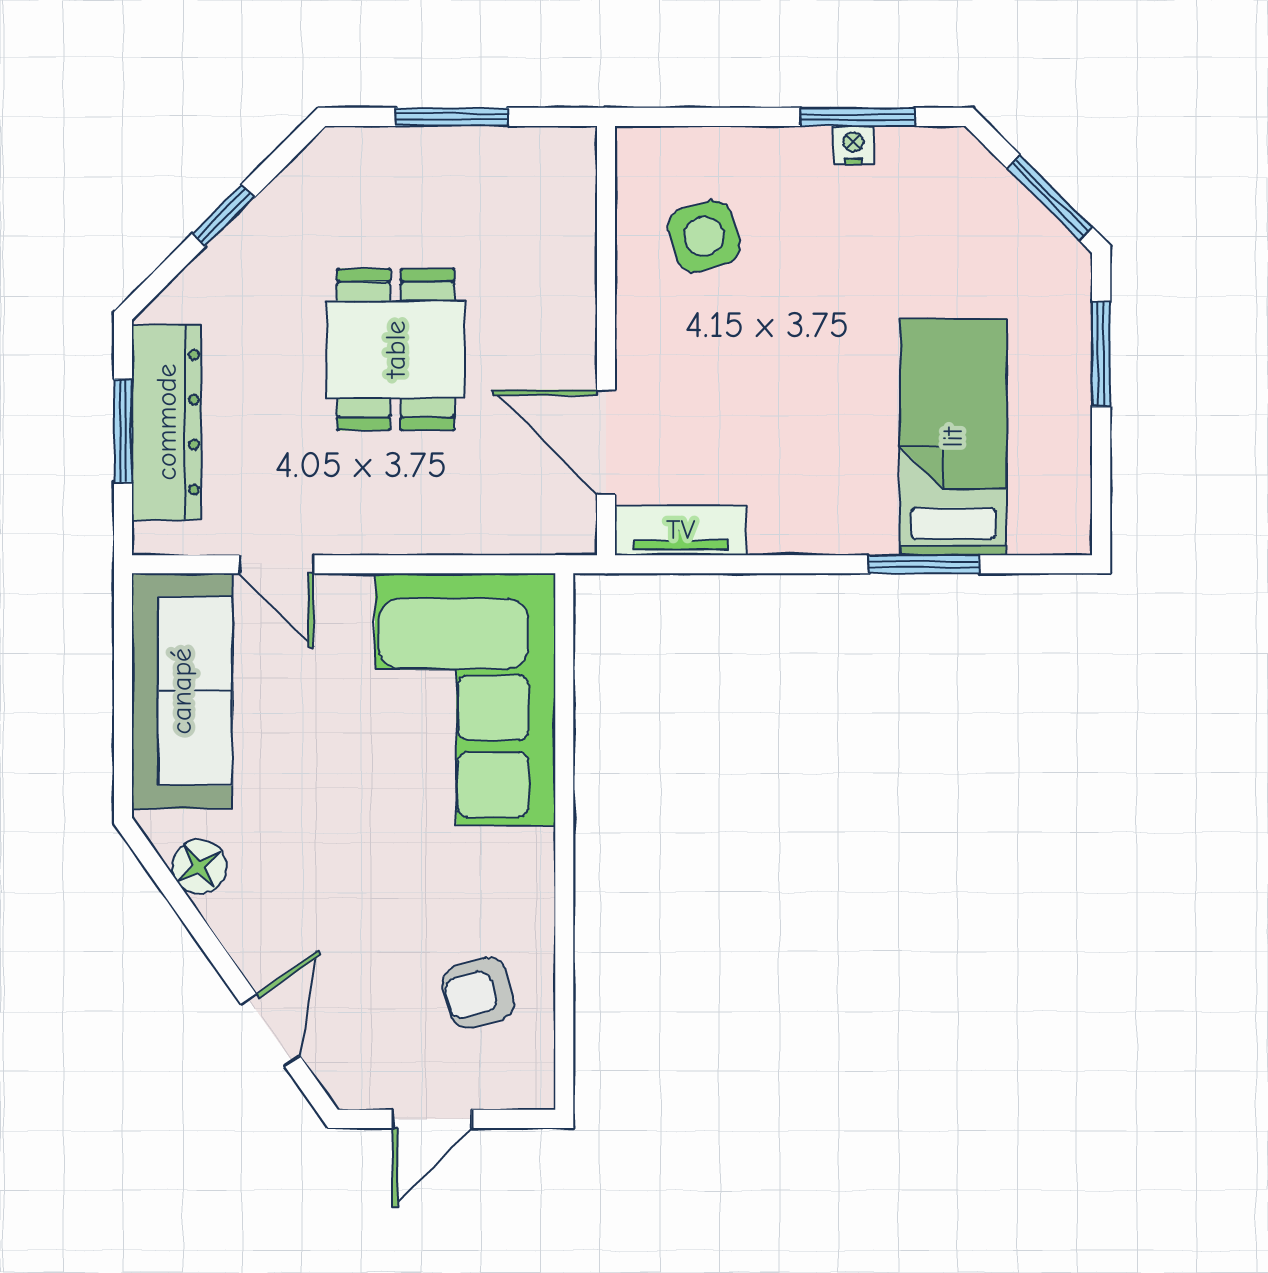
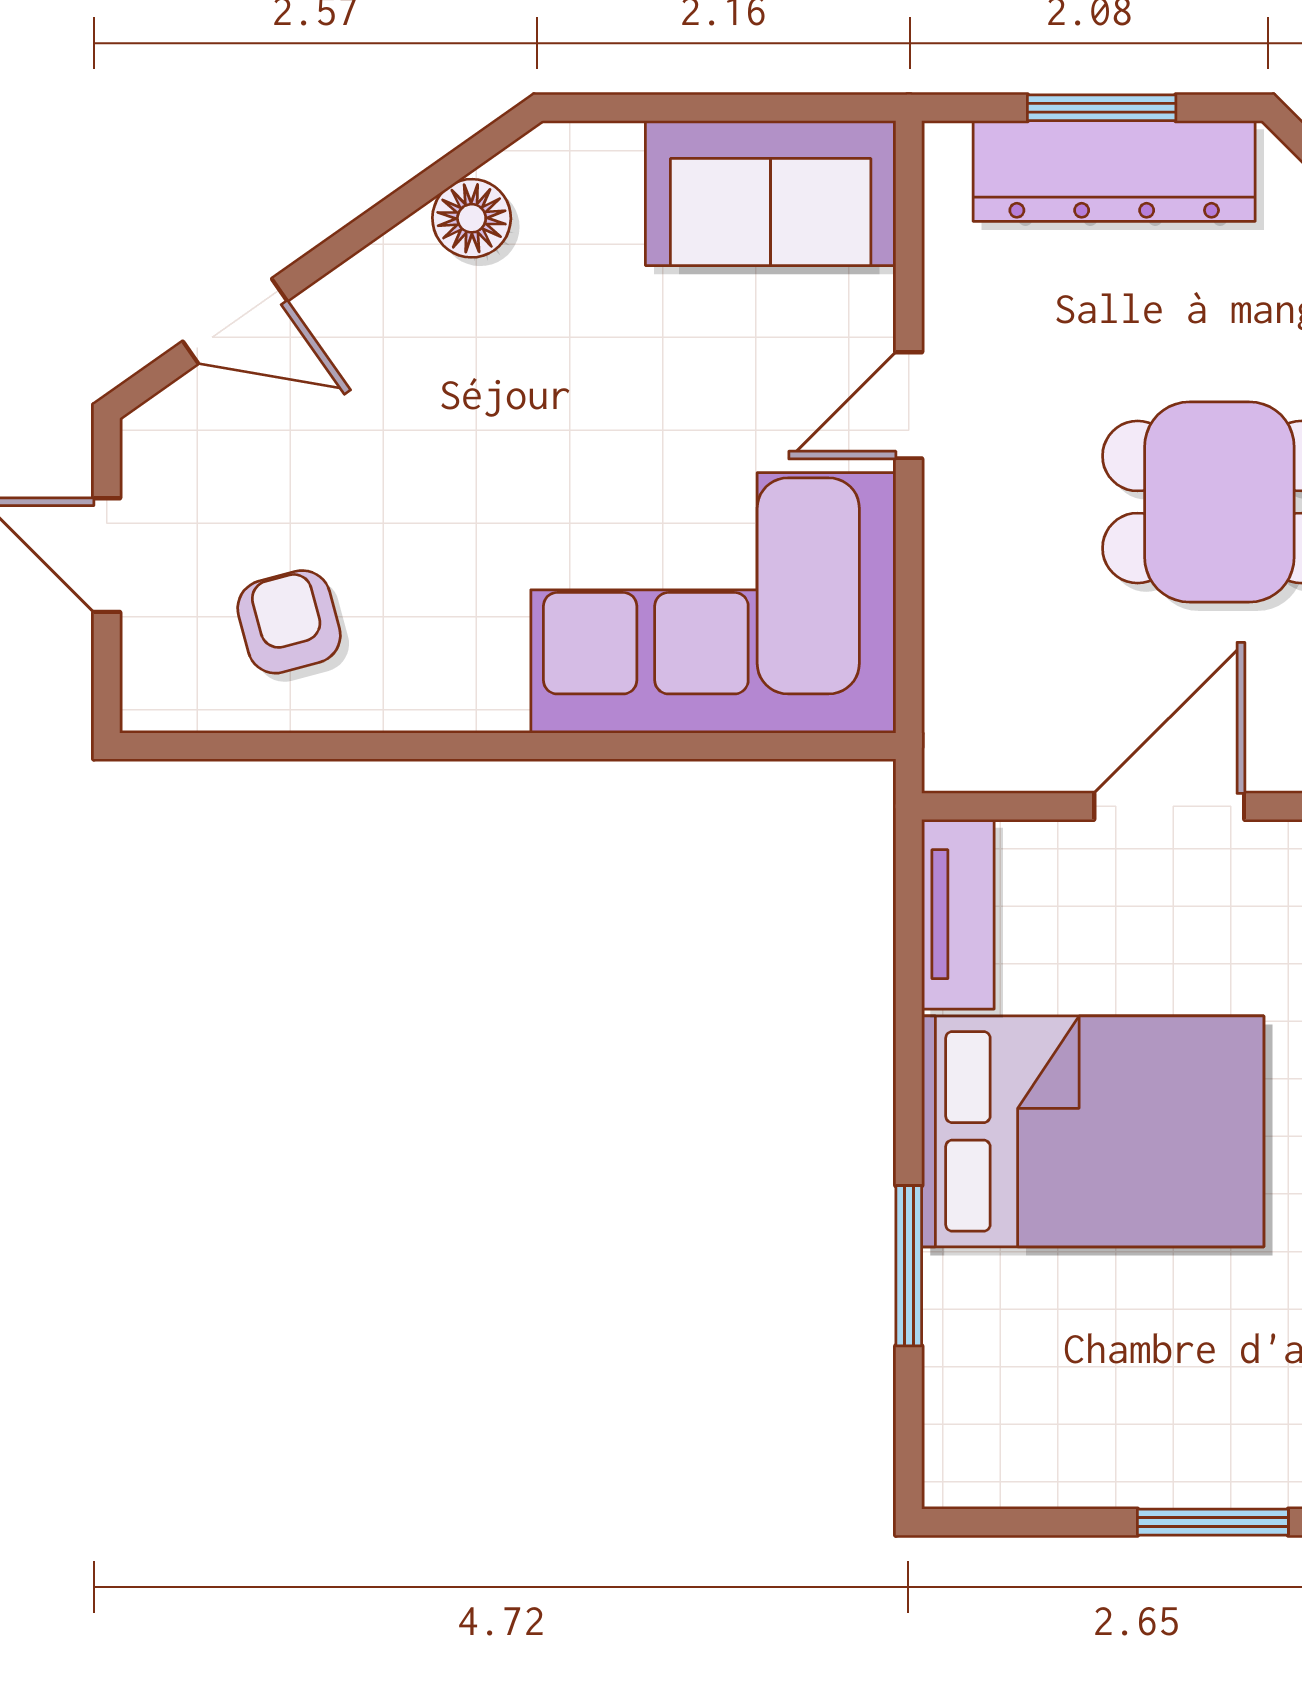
bed: (953, 437) -> (1093, 1131), moved, width x1.50
door: (606, 442) -> (1169, 806), moved
door: (276, 564) -> (909, 405), moved
sofa: (182, 691) -> (771, 193), width x0.73

